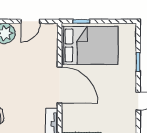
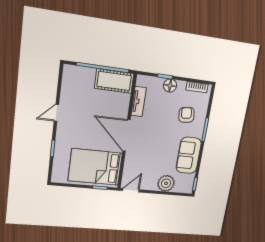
door: (30, 21) -> (131, 190), moved

